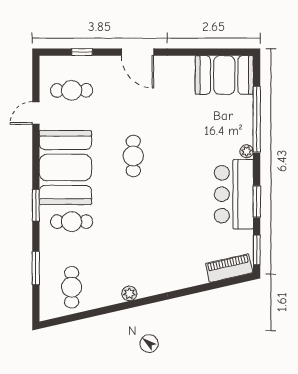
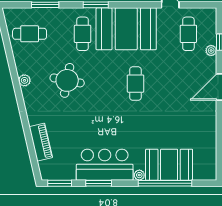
plant: (92, 62) -> (211, 50), added
booth: (224, 75) -> (169, 165), moved, turned 90
cafe table: (133, 156) -> (135, 84), turned 90
round table: (129, 241) -> (67, 80), added
piano: (229, 268) -> (41, 142), moved

